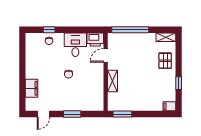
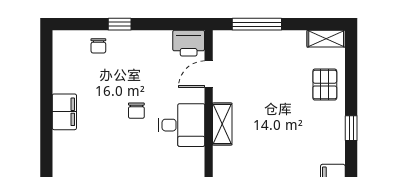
window: (49, 30) -> (120, 24), moved
window: (130, 30) -> (257, 24), width x0.68
desk: (75, 45) -> (182, 125), moved, turned 90
filing cabinet: (32, 88) -> (64, 112), moved

